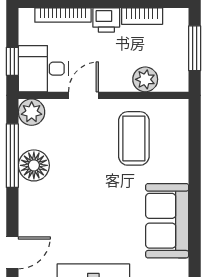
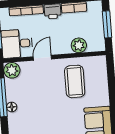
floor lamp: (34, 165) -> (12, 107), width x0.53, depth x0.53

